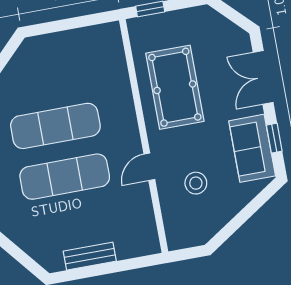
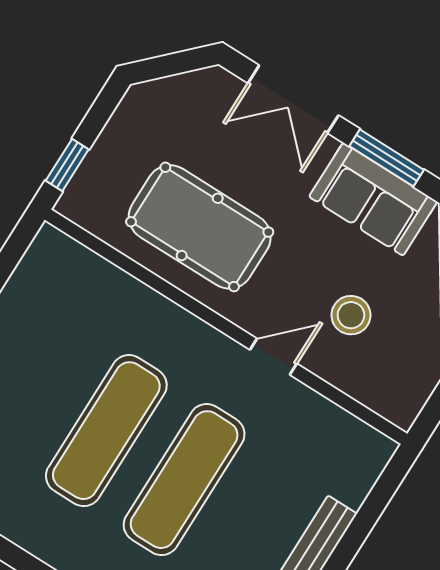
window: (274, 138) -> (387, 158), width x1.50
door: (149, 167) -> (273, 357), swing flipped

